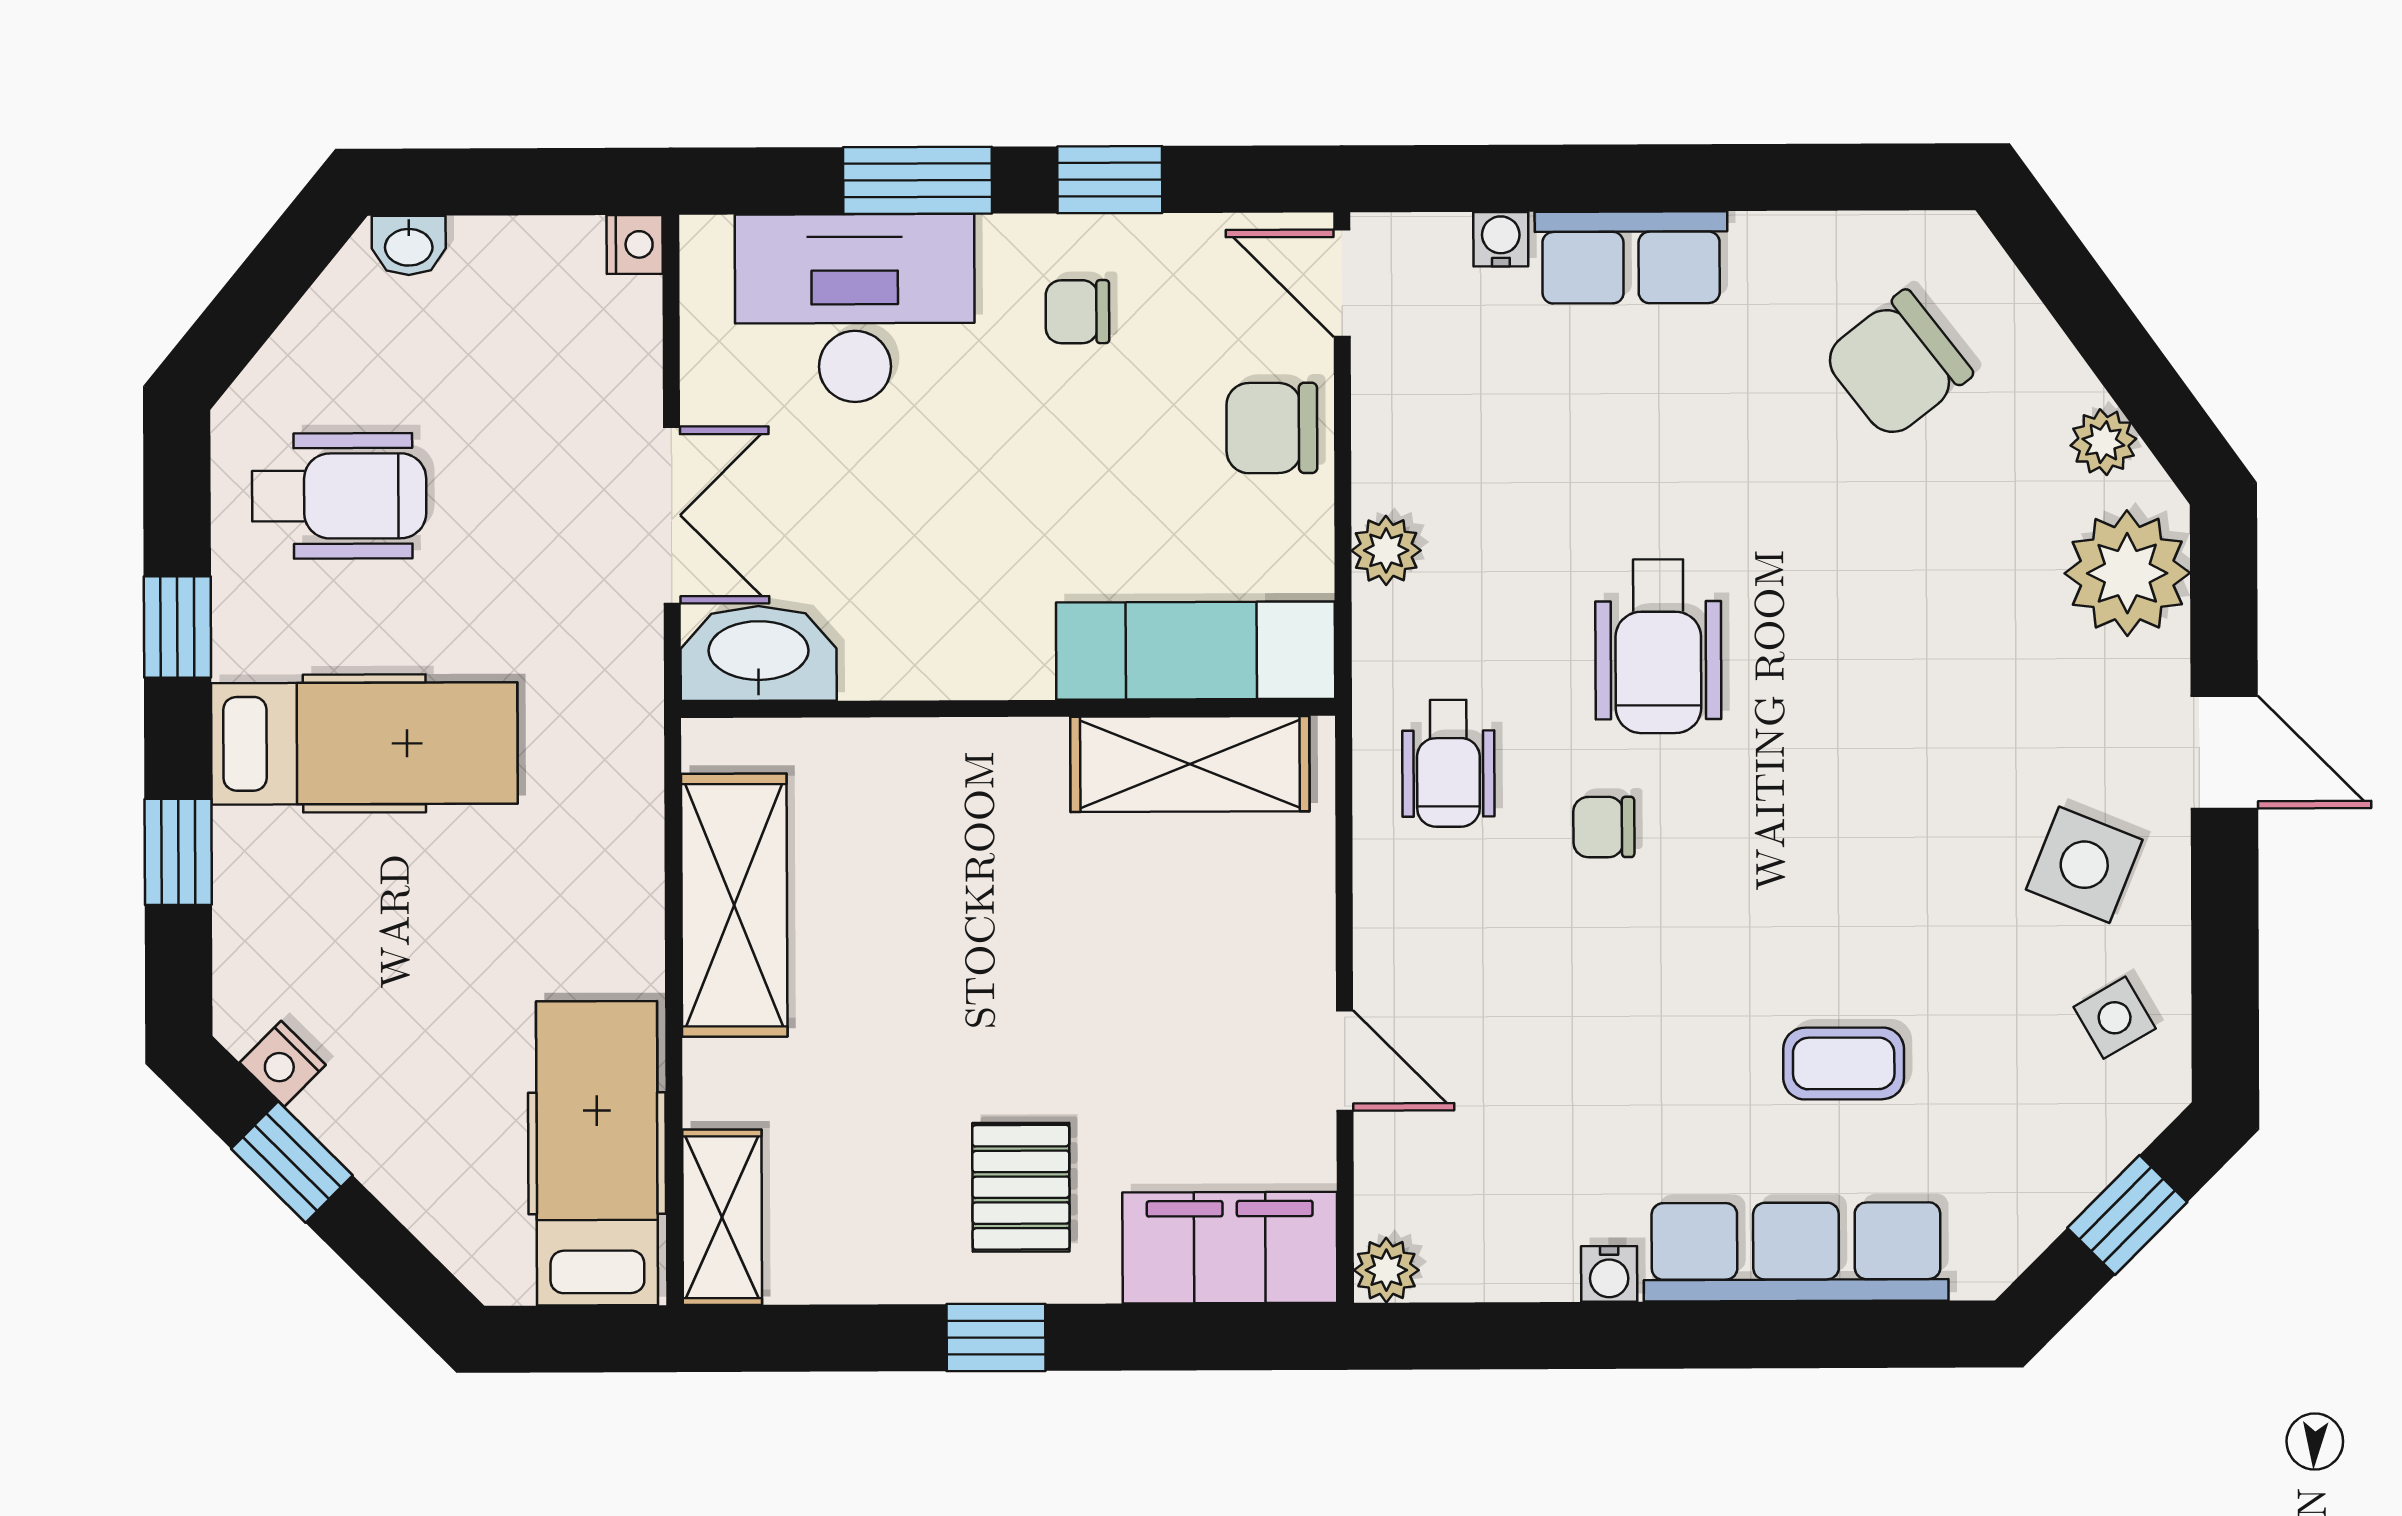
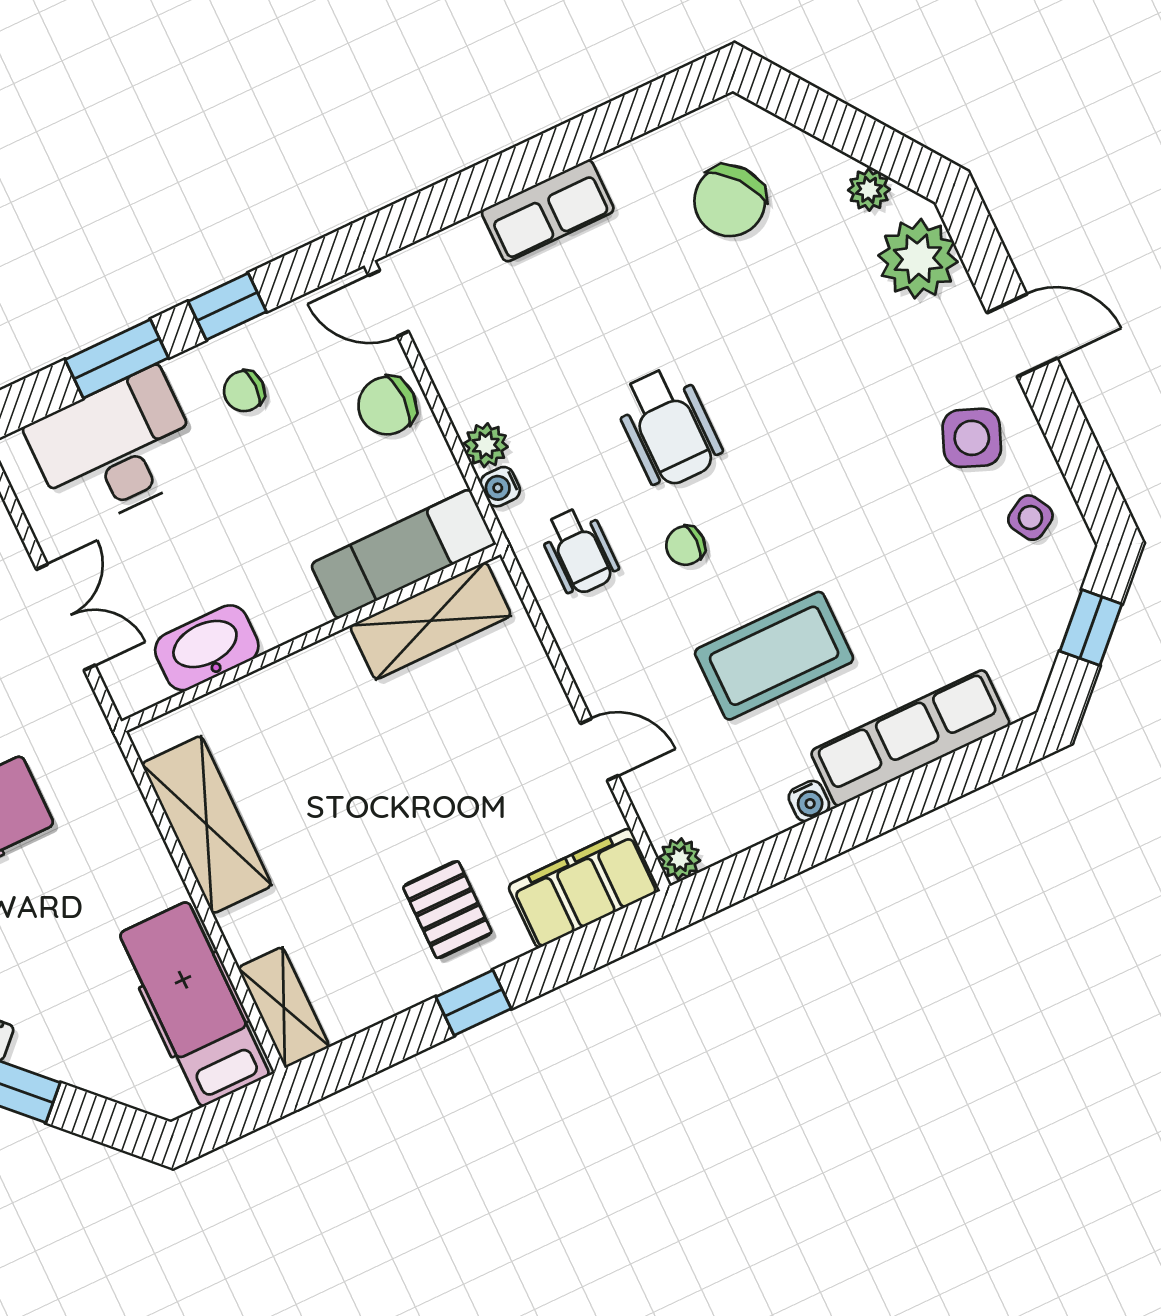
water cooler: (1501, 239) -> (500, 487), moved, turned -90
washbasin: (759, 653) -> (207, 648), moved
coffee table: (1844, 1063) -> (774, 656), moved, width x1.86, depth x1.72

